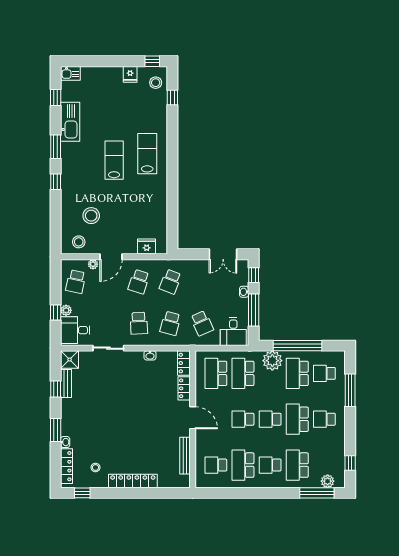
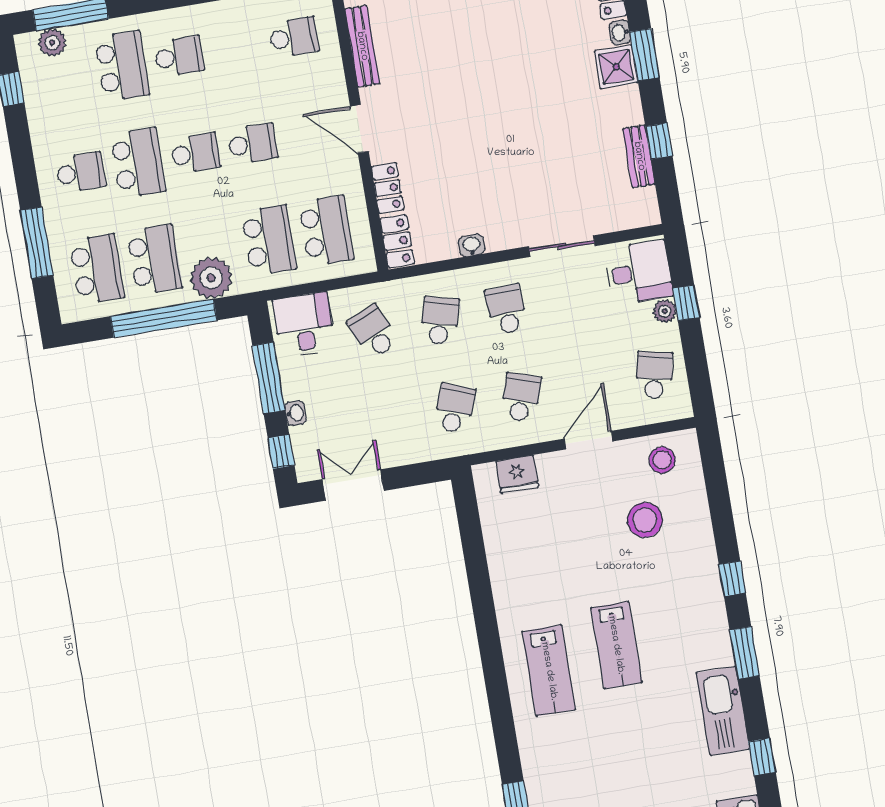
plant: (93, 264) -> (624, 418), removed
shower: (70, 360) -> (616, 67), moved
school desk: (324, 373) -> (97, 269), width x1.85
school desk: (243, 465) -> (236, 47), removed

